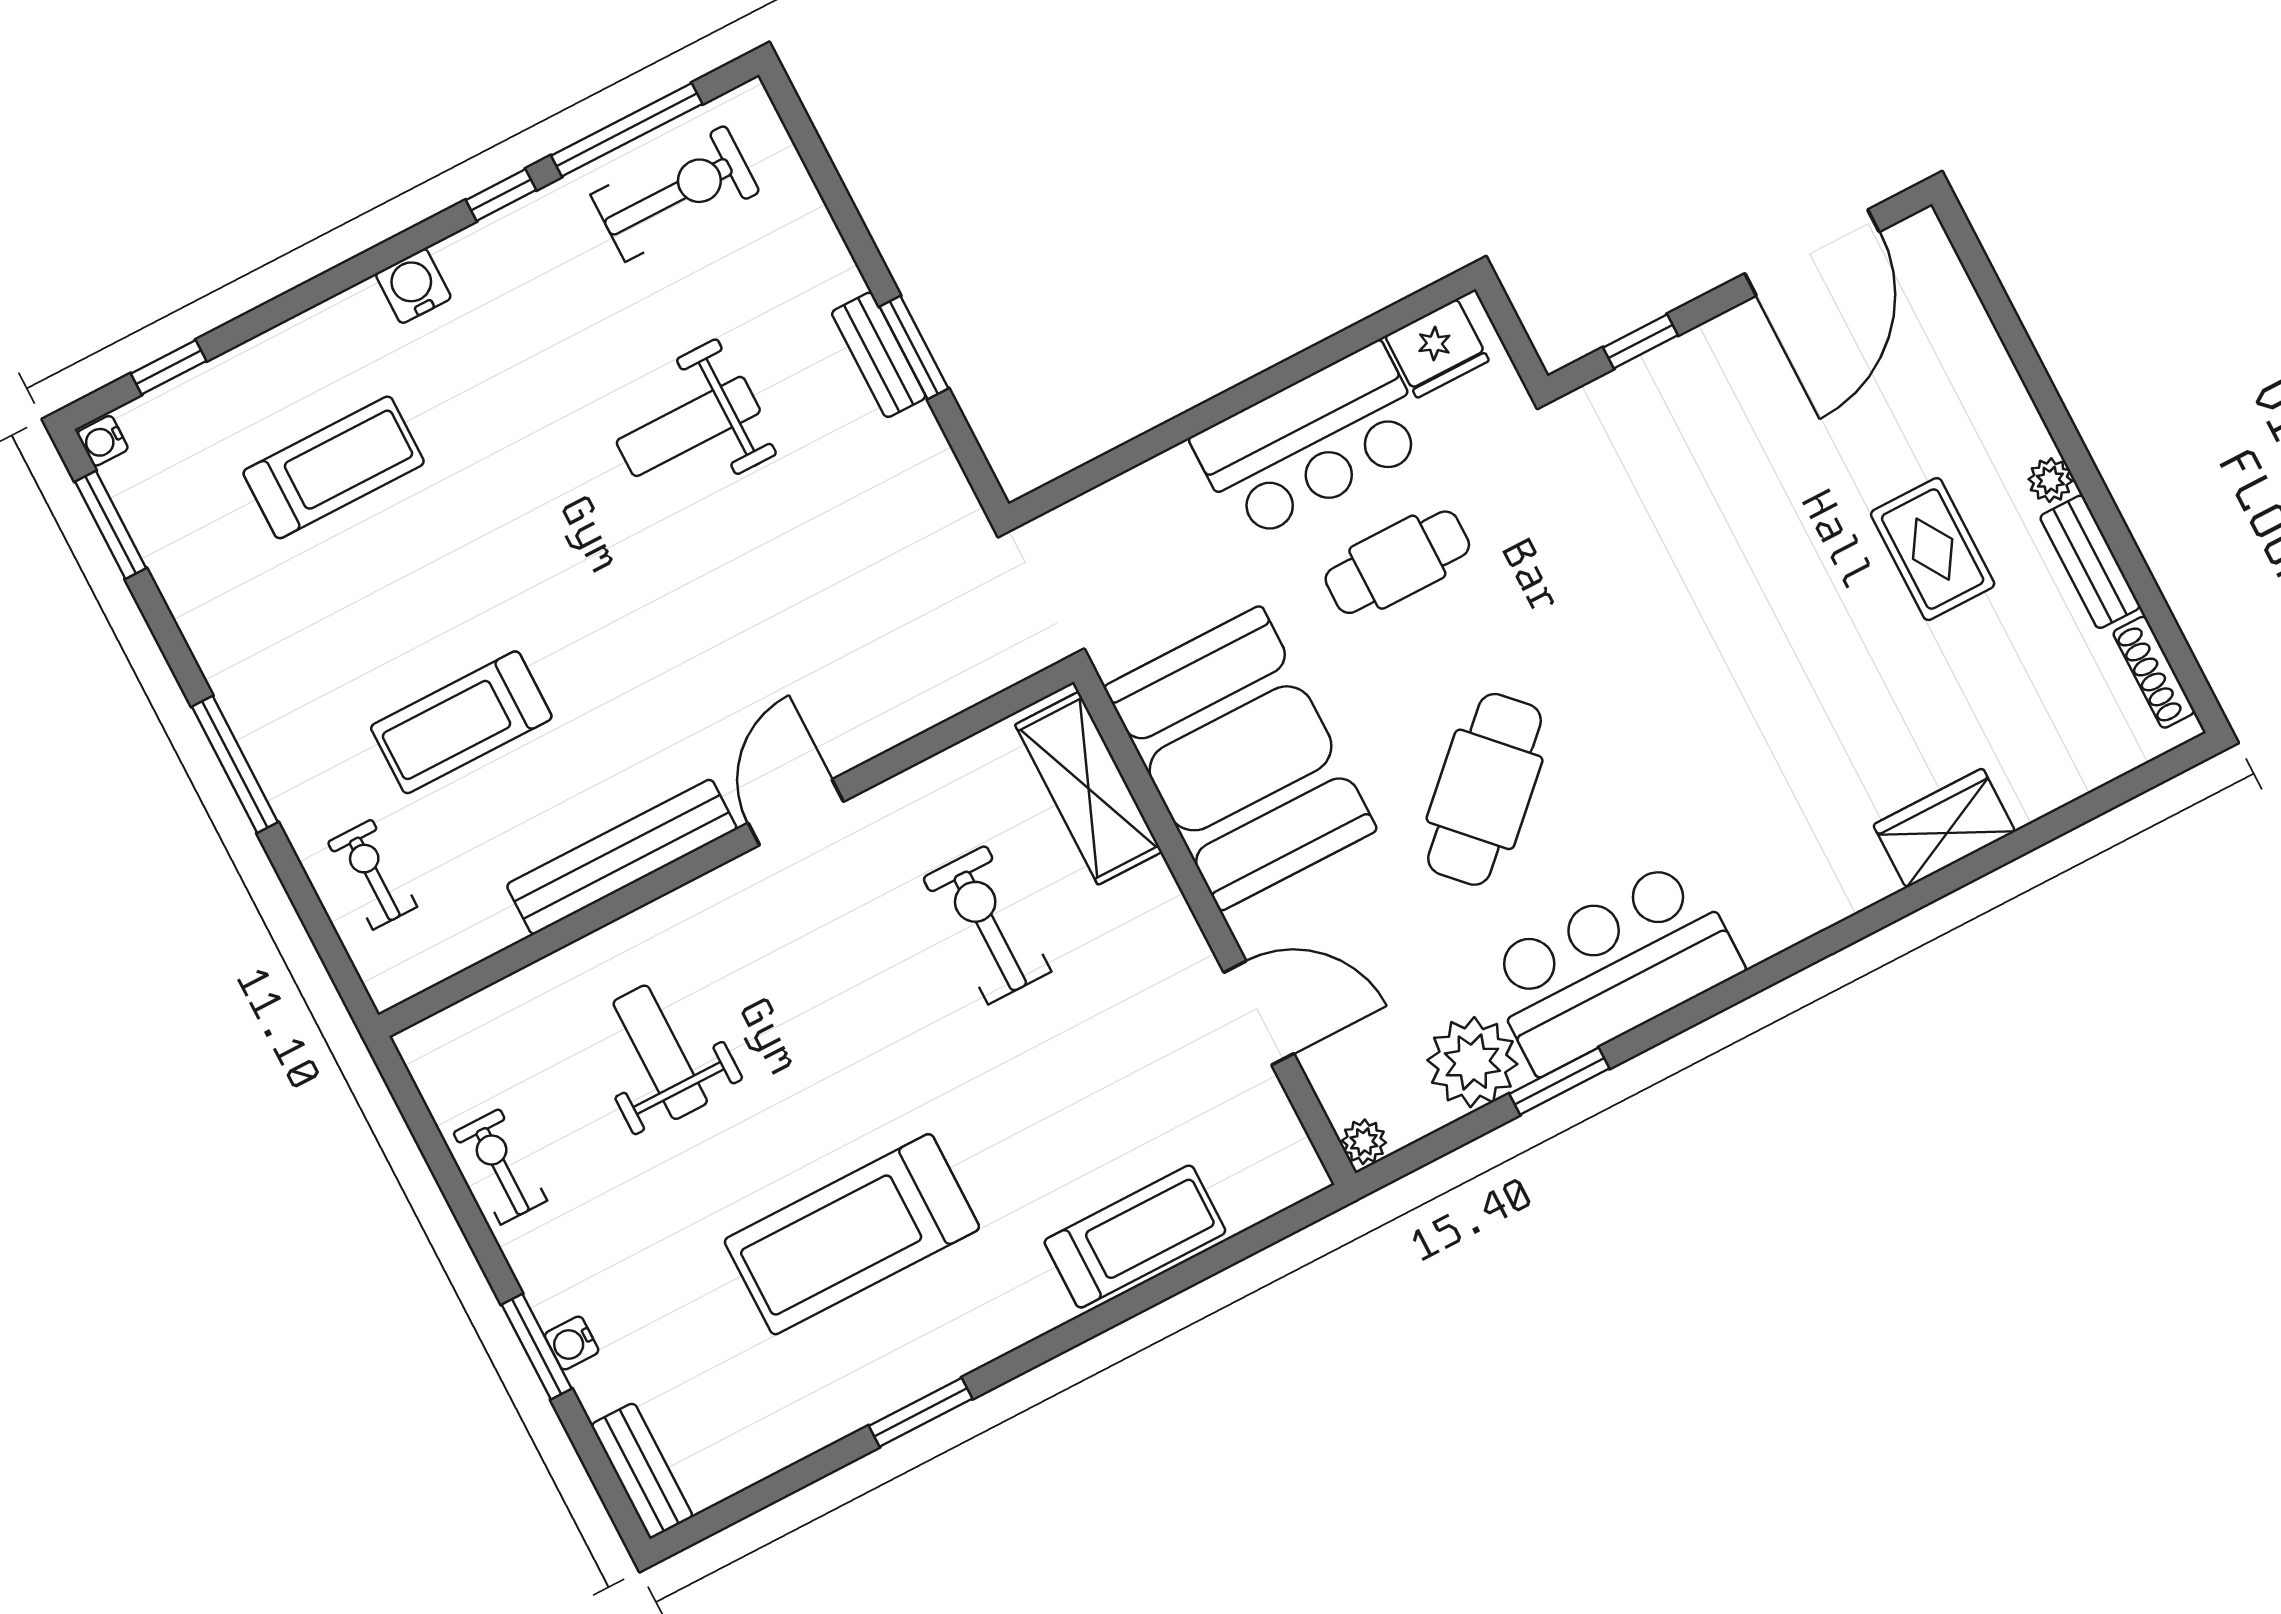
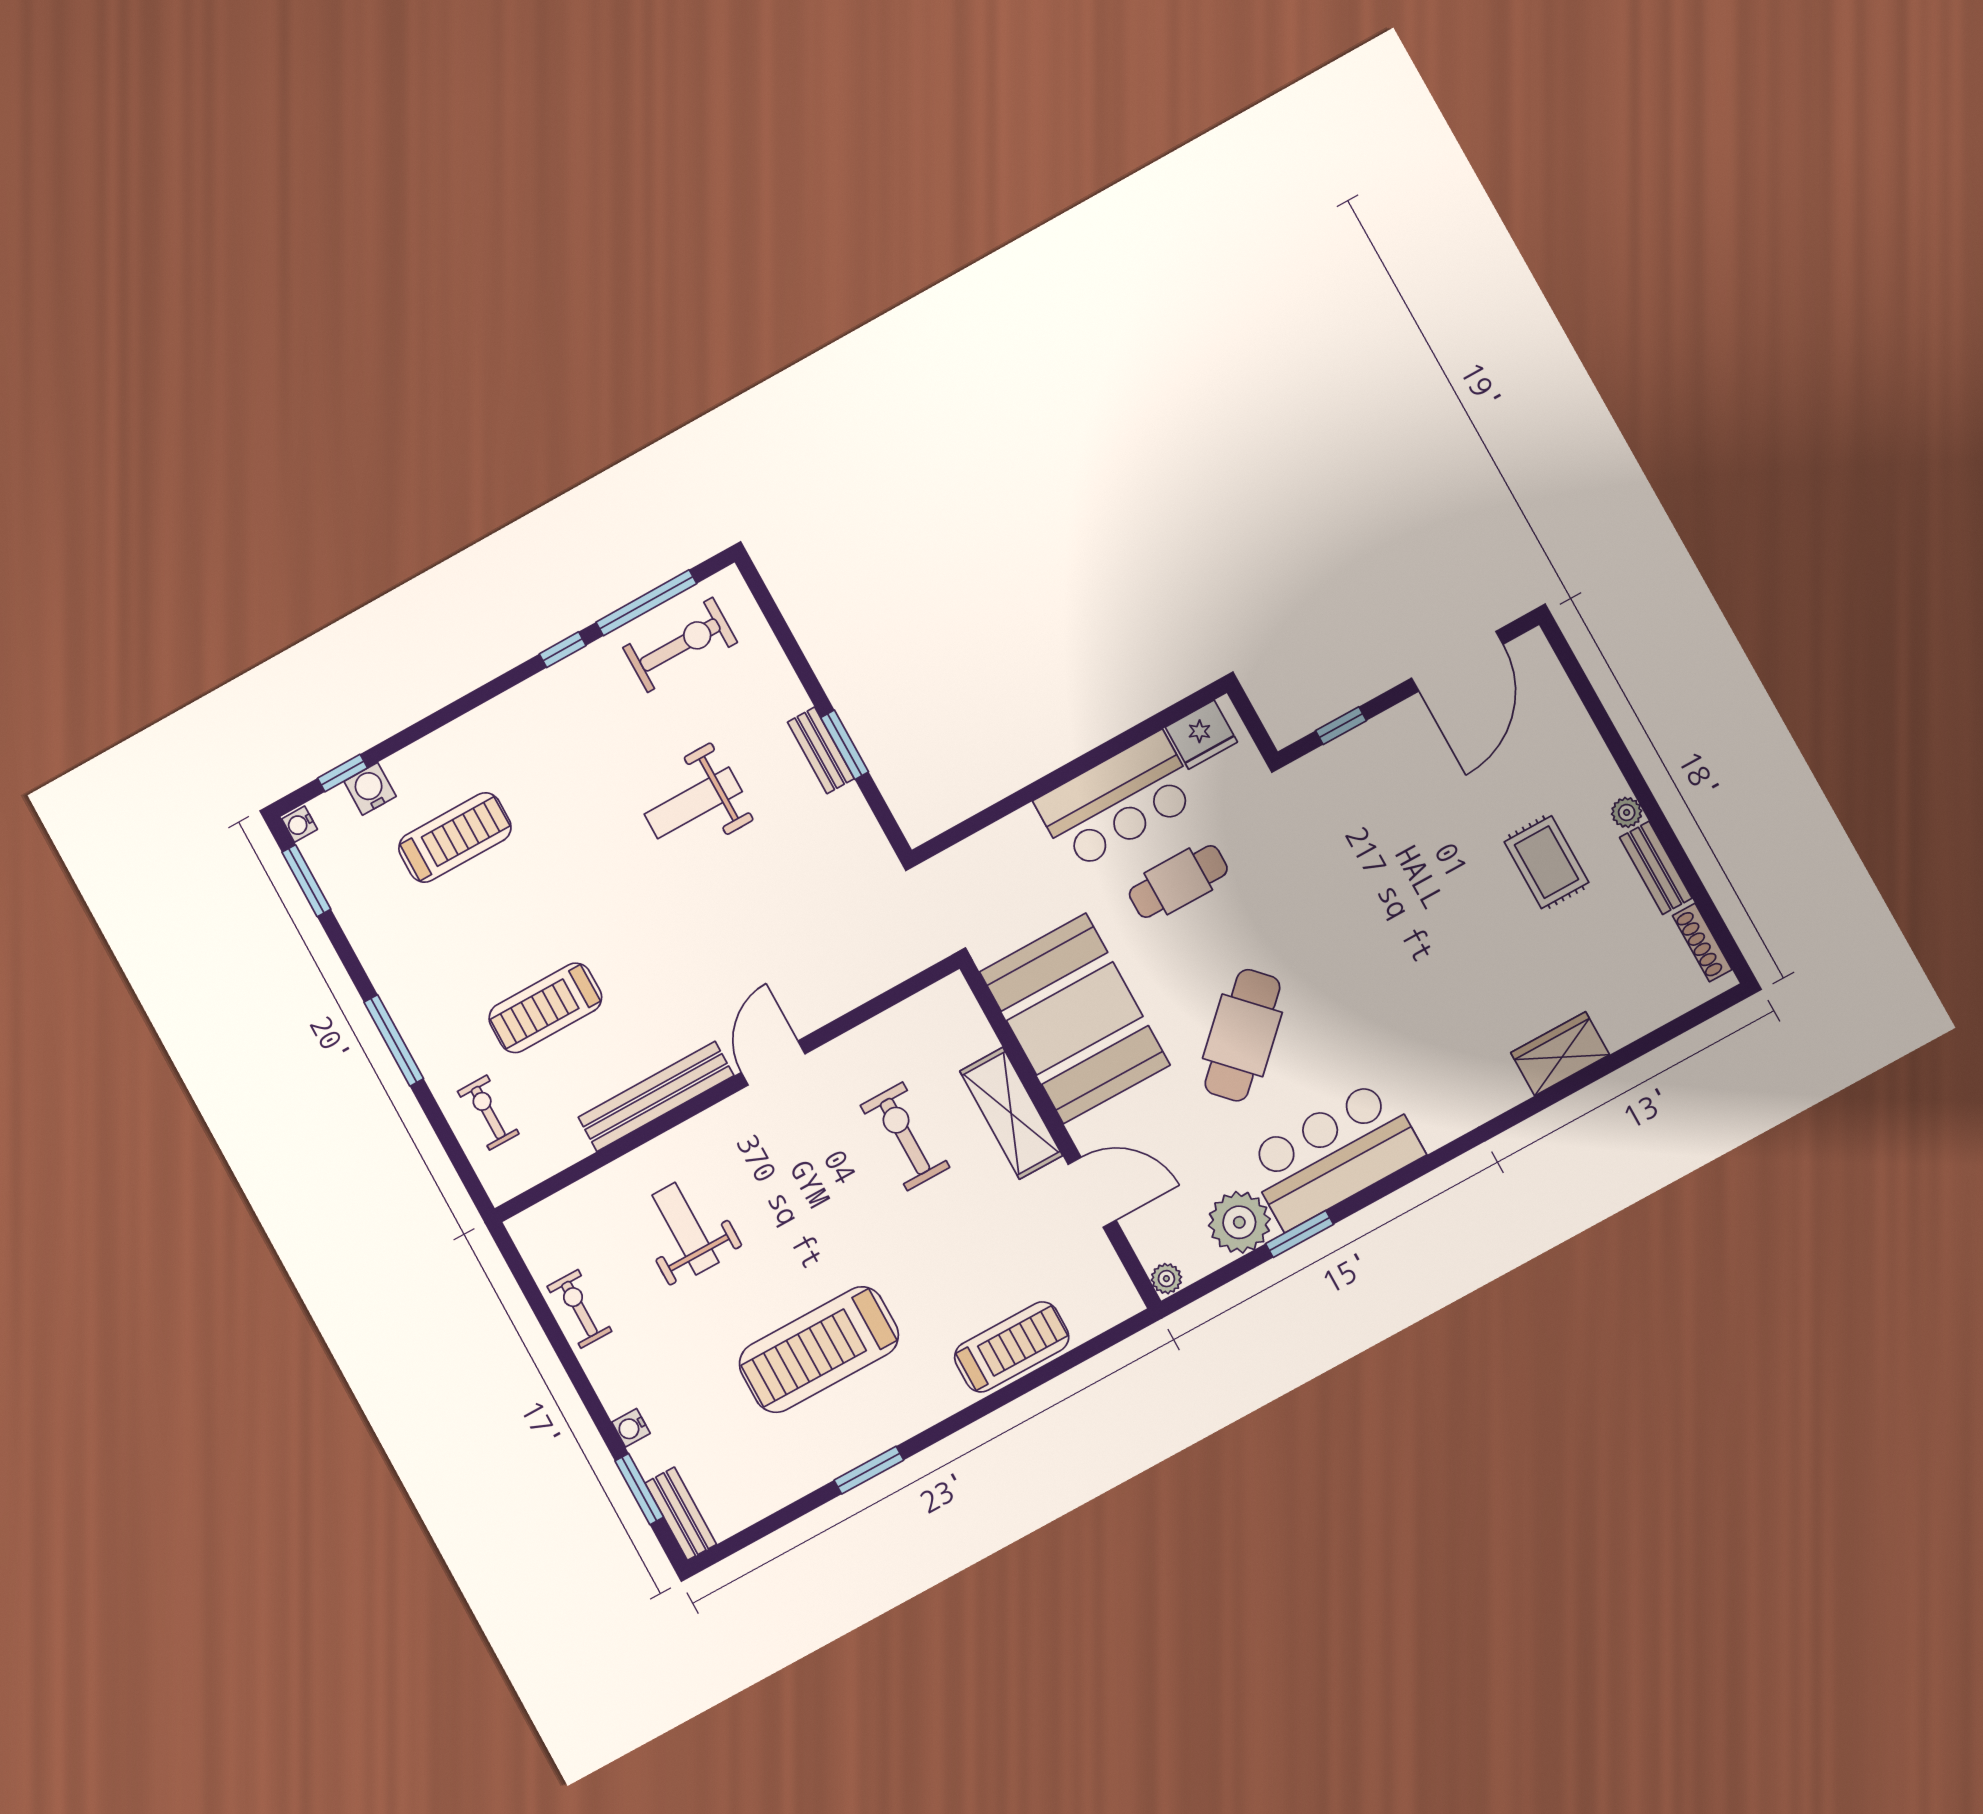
water cooler: (413, 286) -> (370, 789), moved
shelving: (1088, 788) -> (1011, 1113), moved
window: (537, 1347) -> (639, 1489), moved

